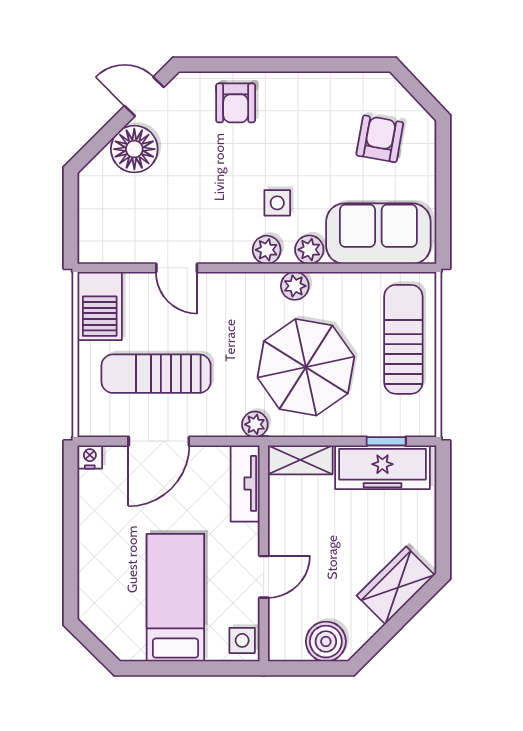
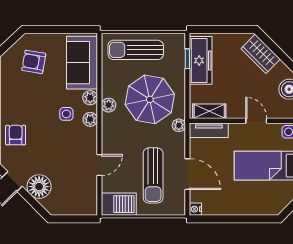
armchair: (236, 103) -> (16, 135), turned -90
shelving: (300, 460) -> (209, 111), moved, turned 90

